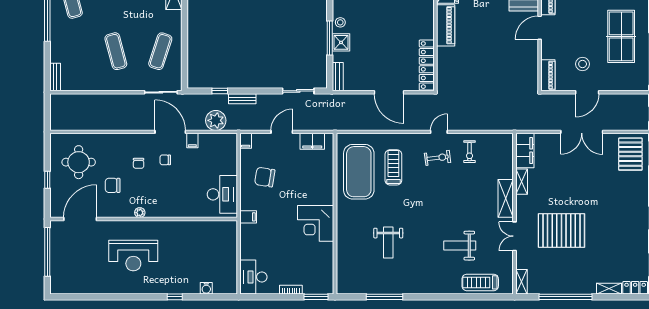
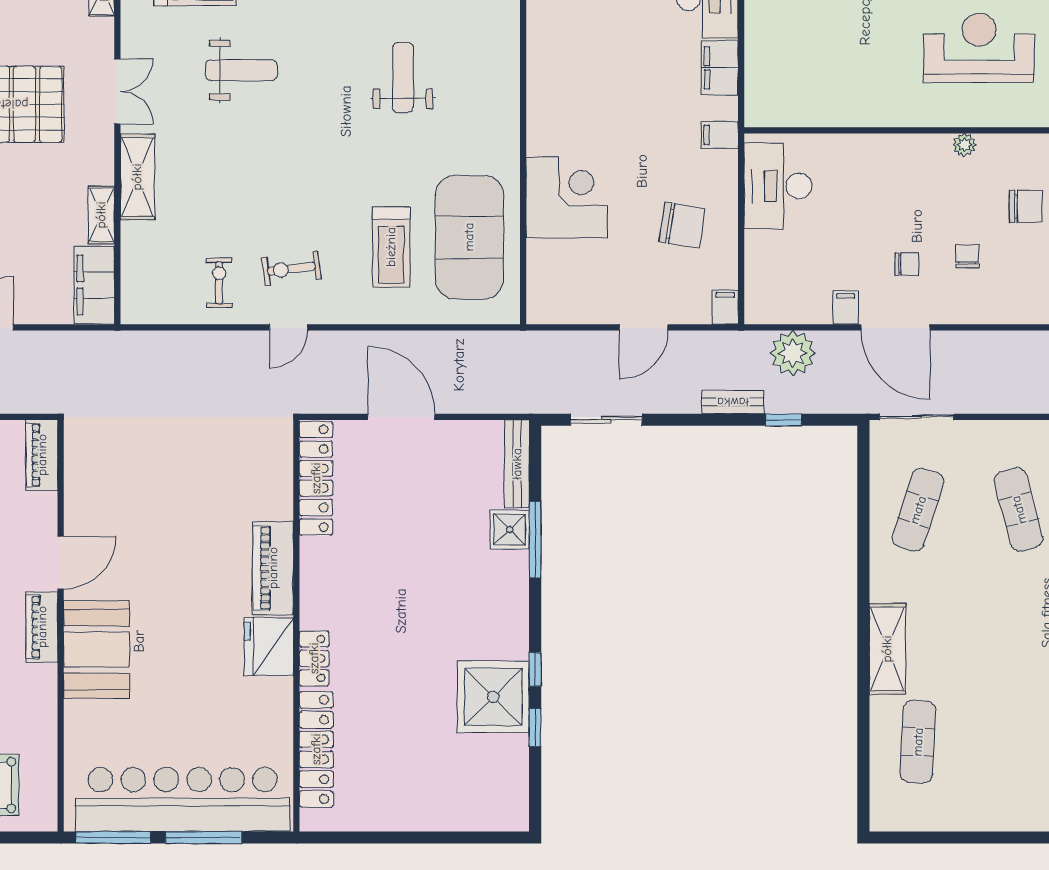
stool: (340, 22) -> (511, 575), removed
bench: (338, 77) -> (517, 464), width x1.36
filing cabinet: (312, 141) -> (720, 68), moved, turned -90
corner desk: (316, 223) -> (567, 197), moved

